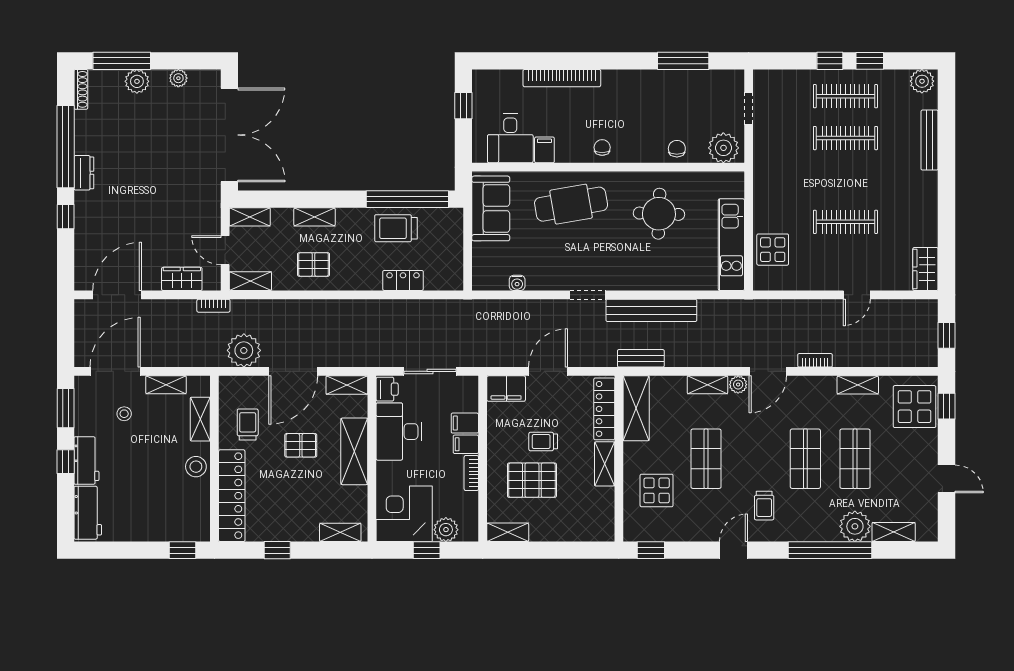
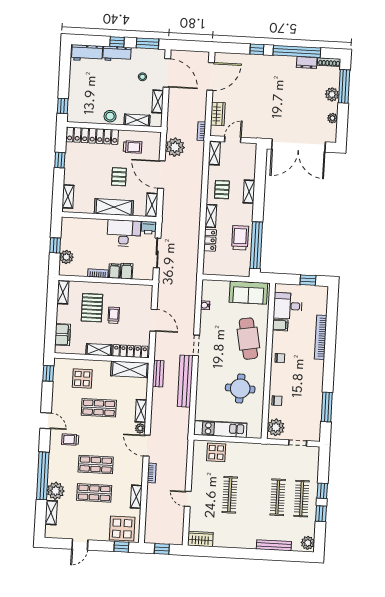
dresser: (84, 173) -> (307, 63), moved
shelving: (250, 217) -> (211, 216), moved
door: (117, 295) -> (211, 76), hinge flipped
filing cabinet: (506, 389) -> (63, 335), moved, turned 180
corner desk: (404, 514) -> (77, 234), removed

